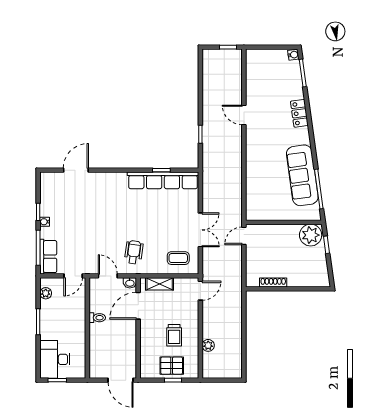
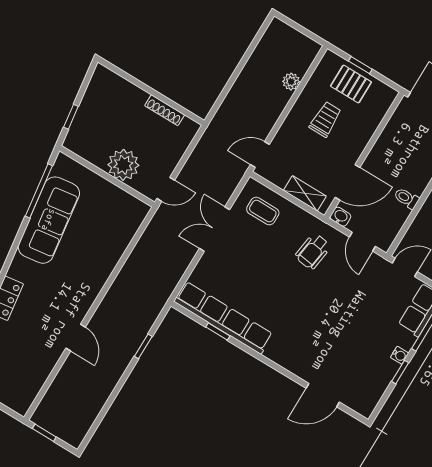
plant: (311, 235) -> (123, 165), moved

